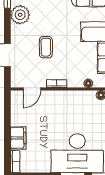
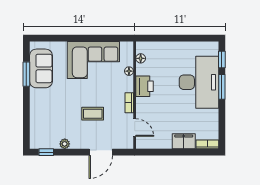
plant: (20, 15) -> (65, 144), width x0.53, depth x0.53
printer: (73, 99) -> (144, 86), added

